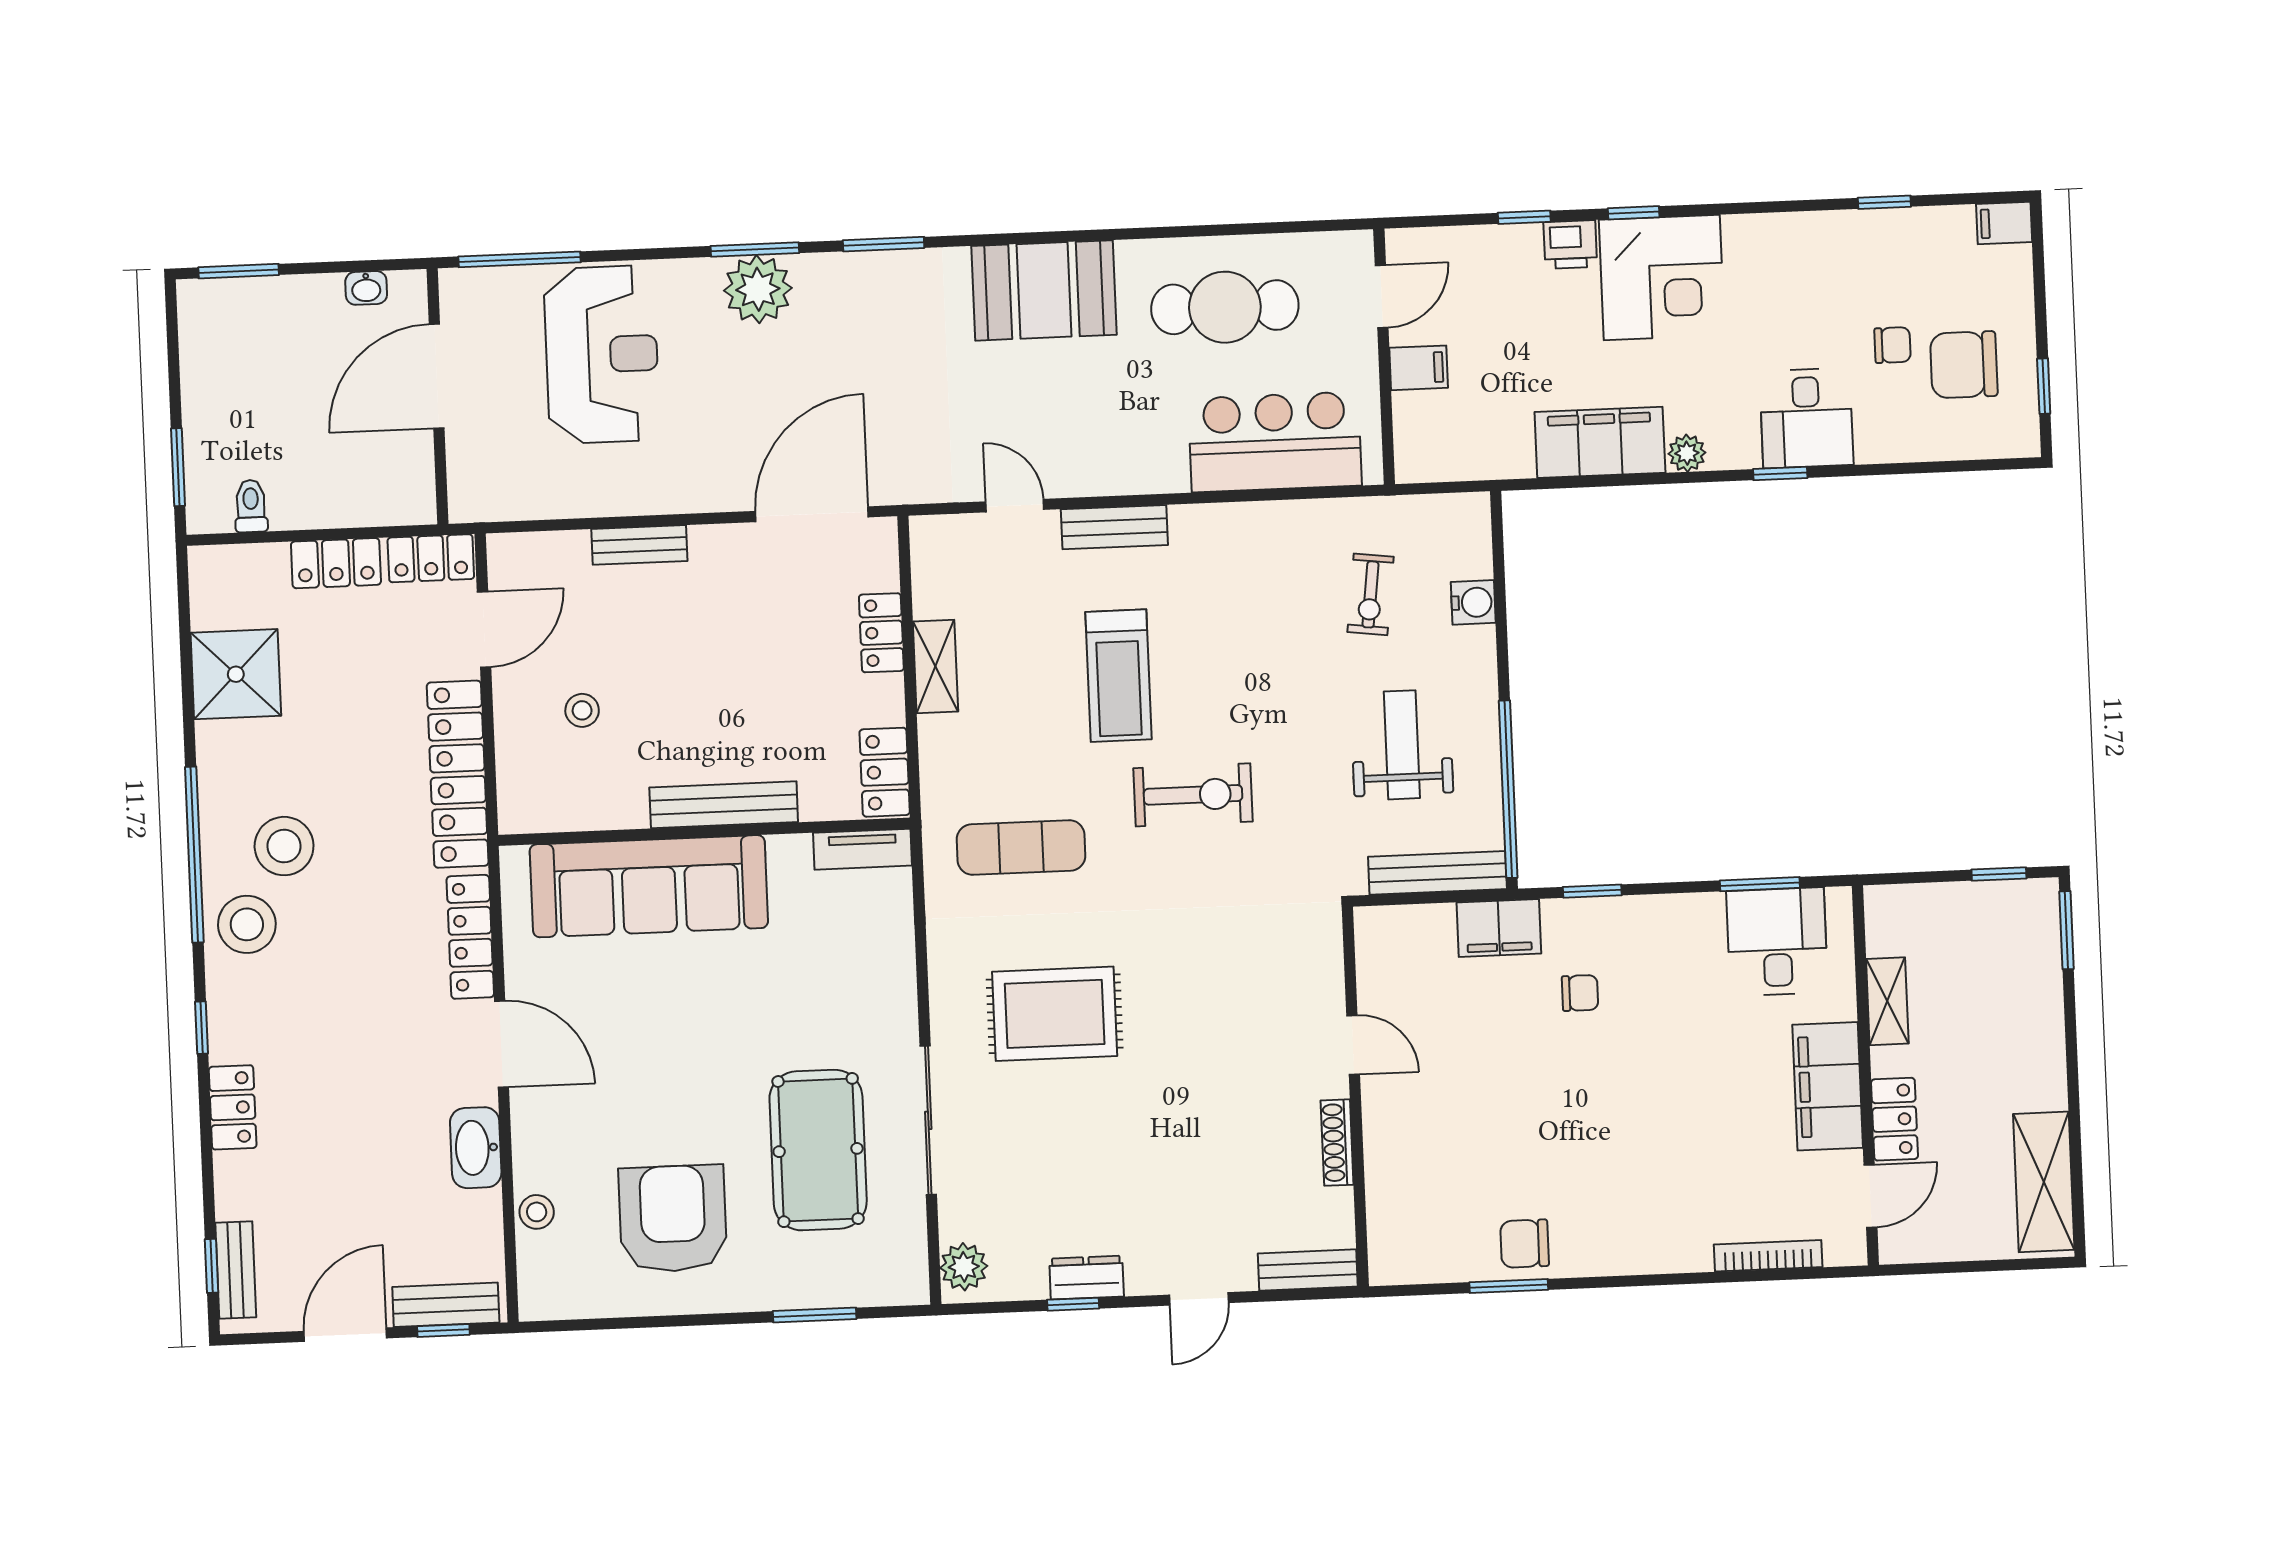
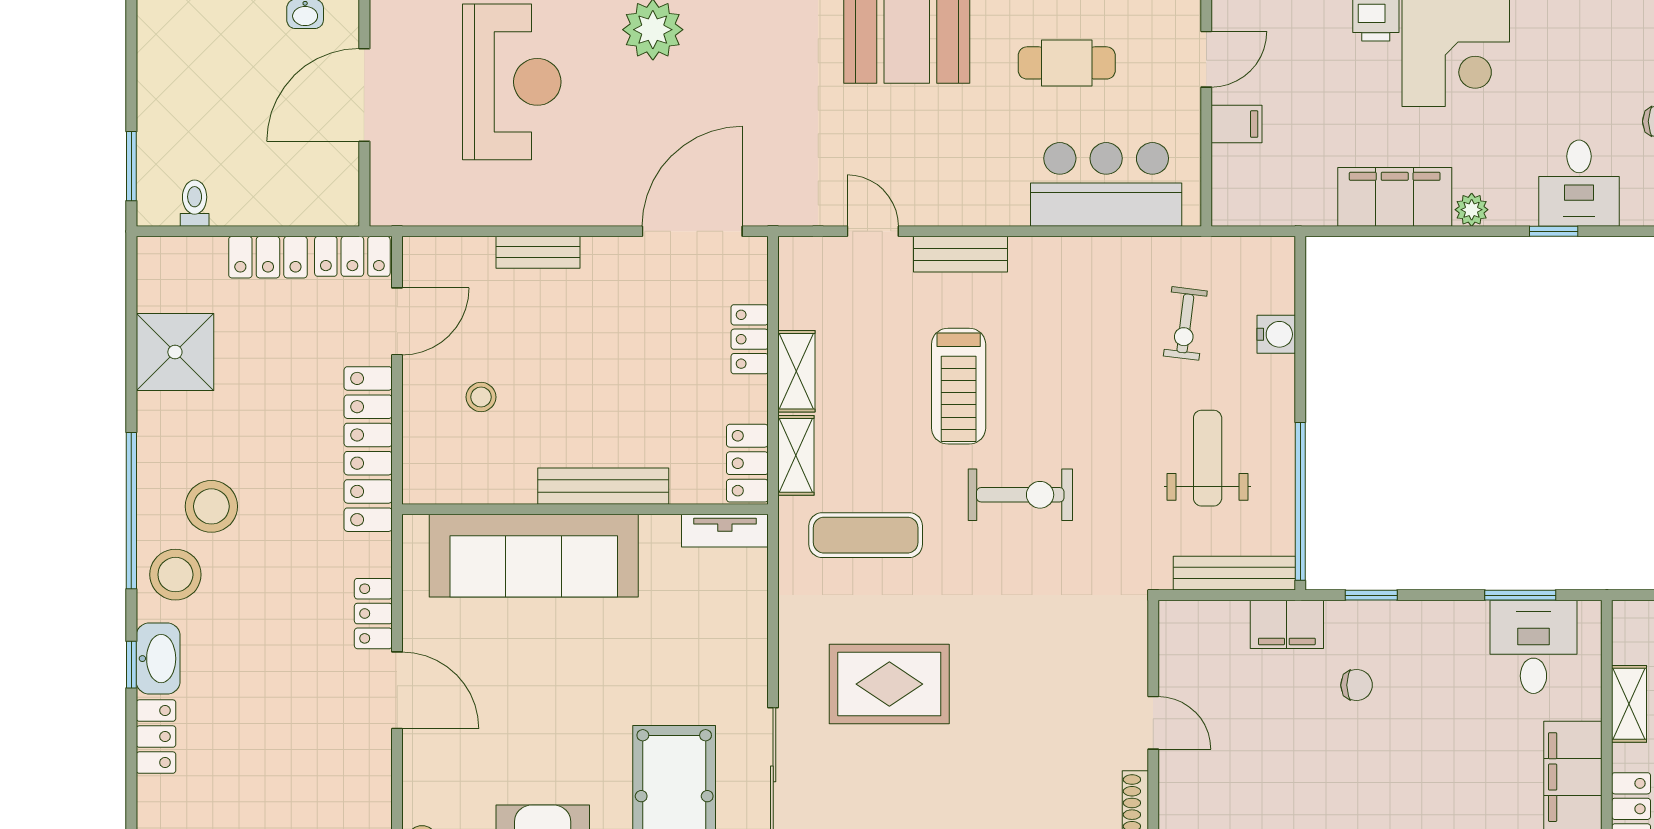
cafe table: (1225, 307) -> (1067, 63), width x0.73, depth x0.74
shelving: (939, 761) -> (796, 455), added
locker: (470, 937) -> (373, 614), width x0.66
washbasin: (476, 1148) -> (158, 659), moved, turned 180

